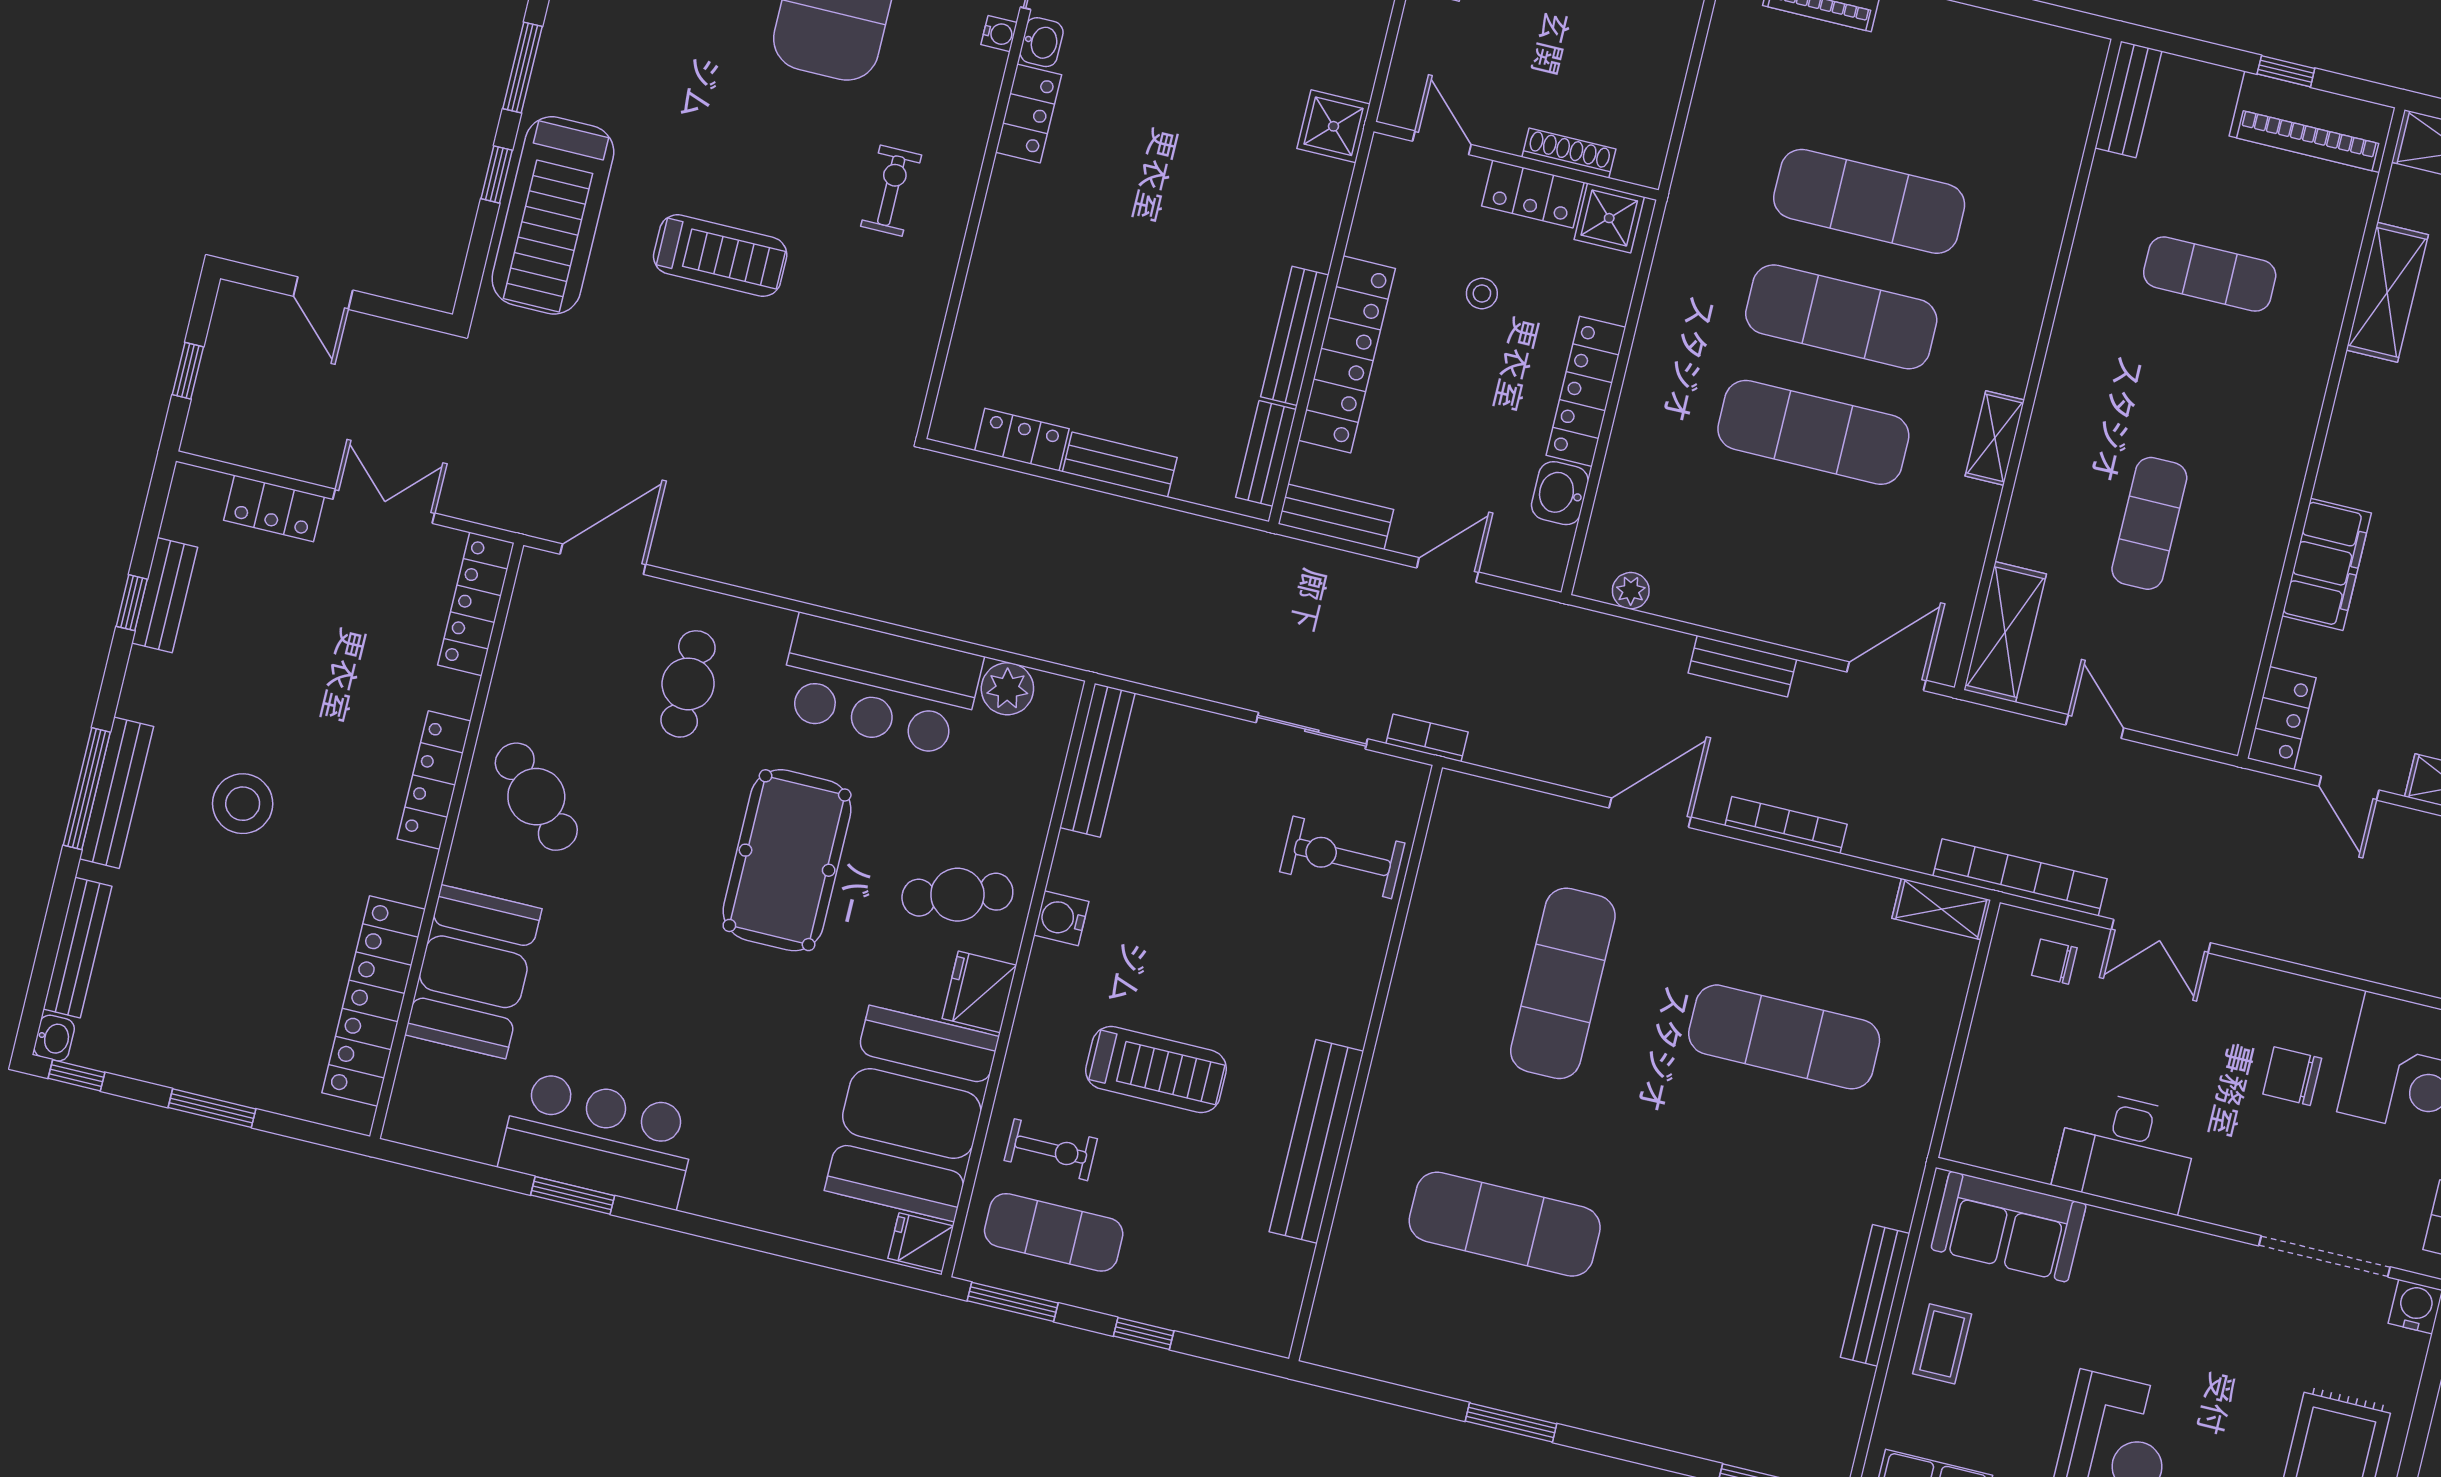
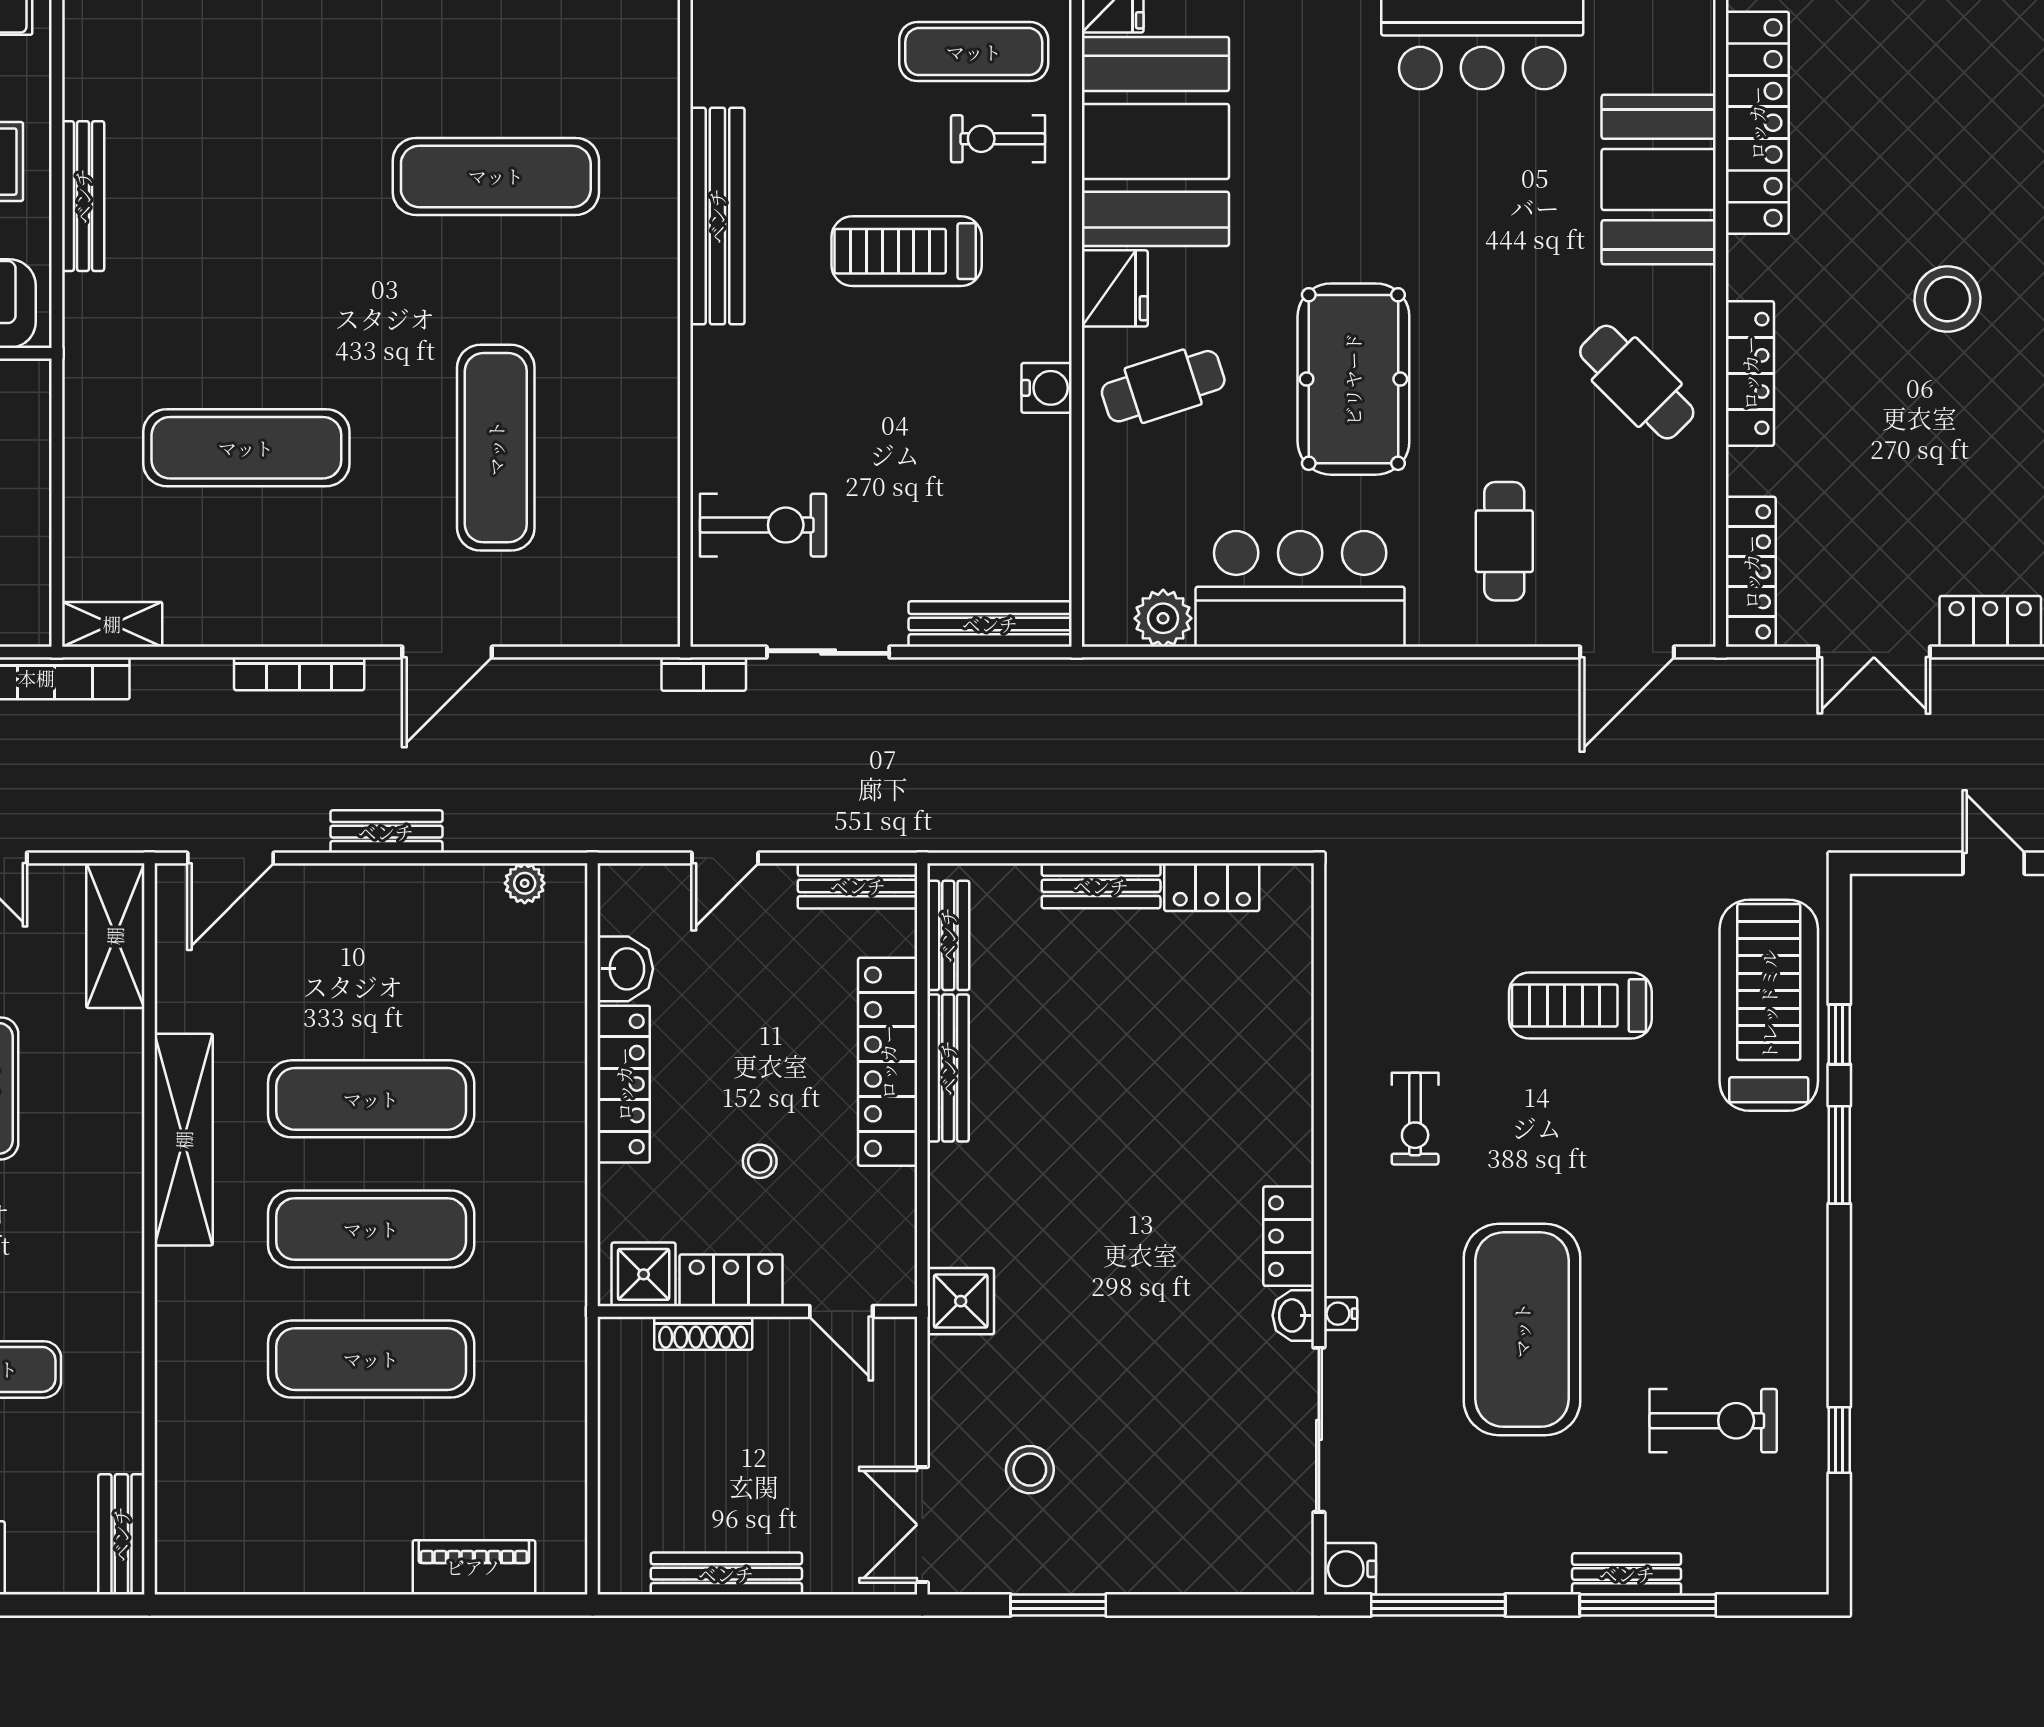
shelving: (1995, 438) -> (184, 1140), width x2.20, depth x1.33
bench: (1097, 760) -> (990, 624), moved, turned 90

